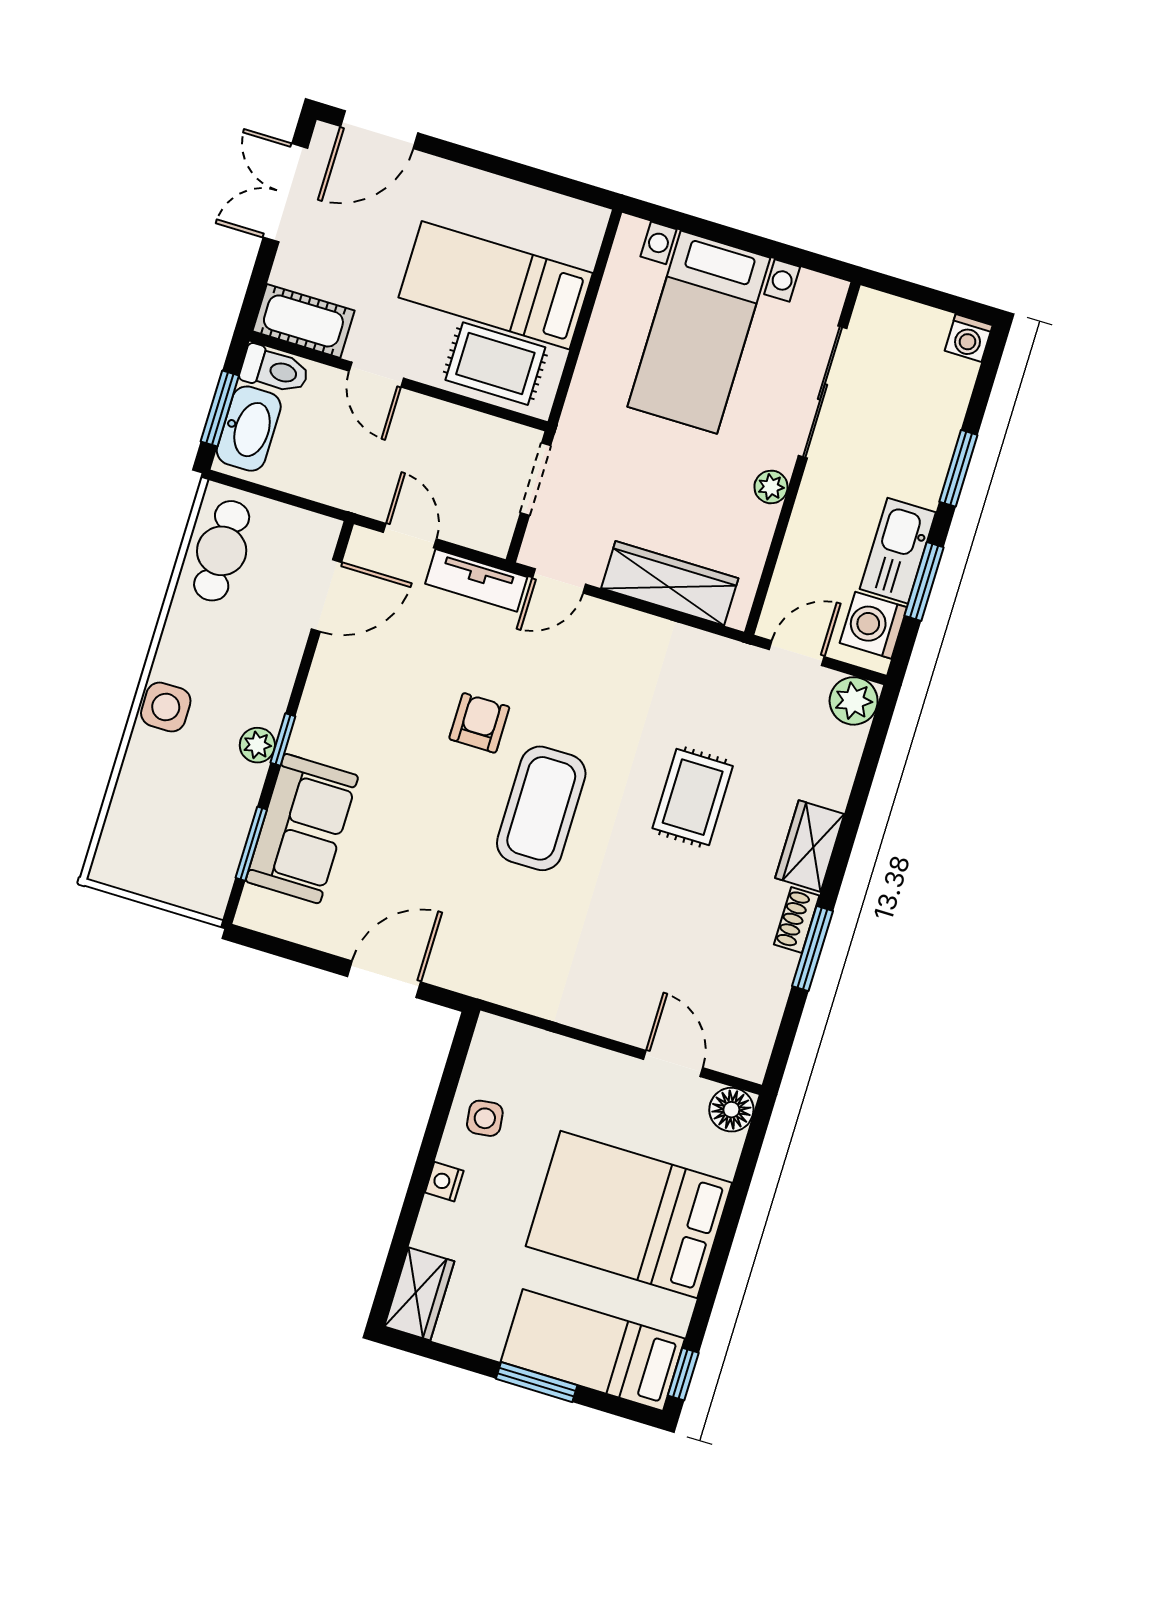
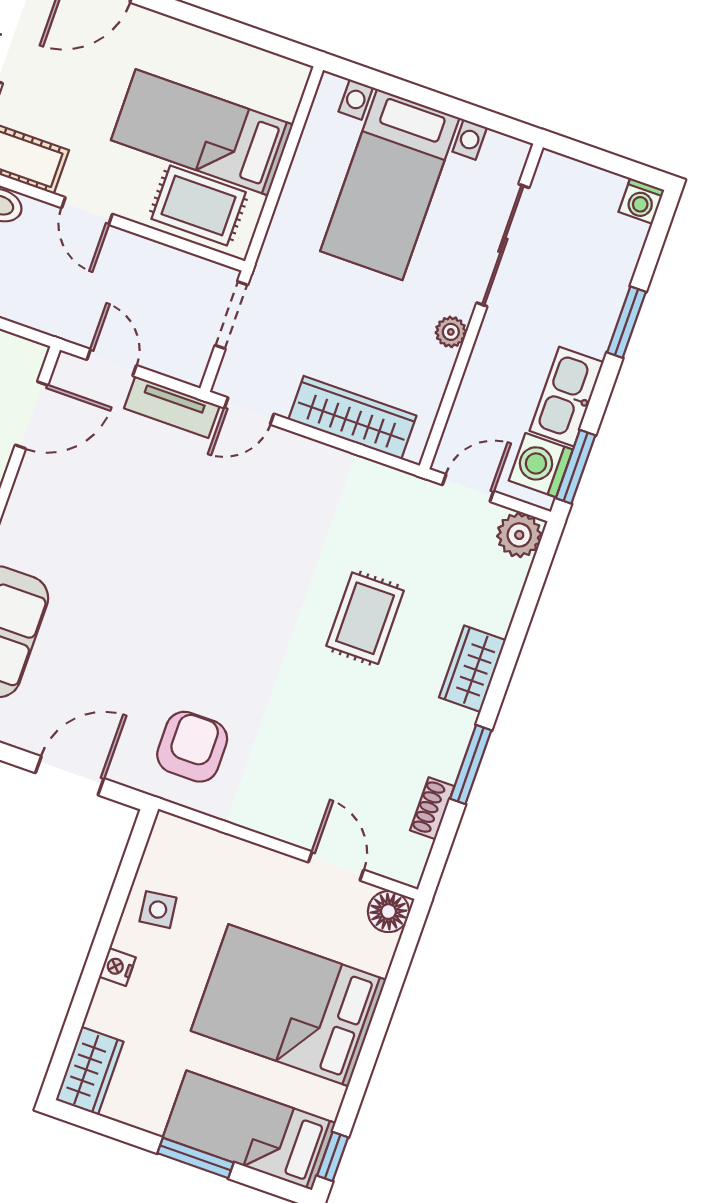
window: (924, 581) -> (576, 467), moved
armchair: (479, 723) -> (192, 747), moved, width x1.38, depth x1.38
coffee table: (541, 808) -> (223, 623), removed
shoe rack: (797, 920) -> (432, 808), moved

